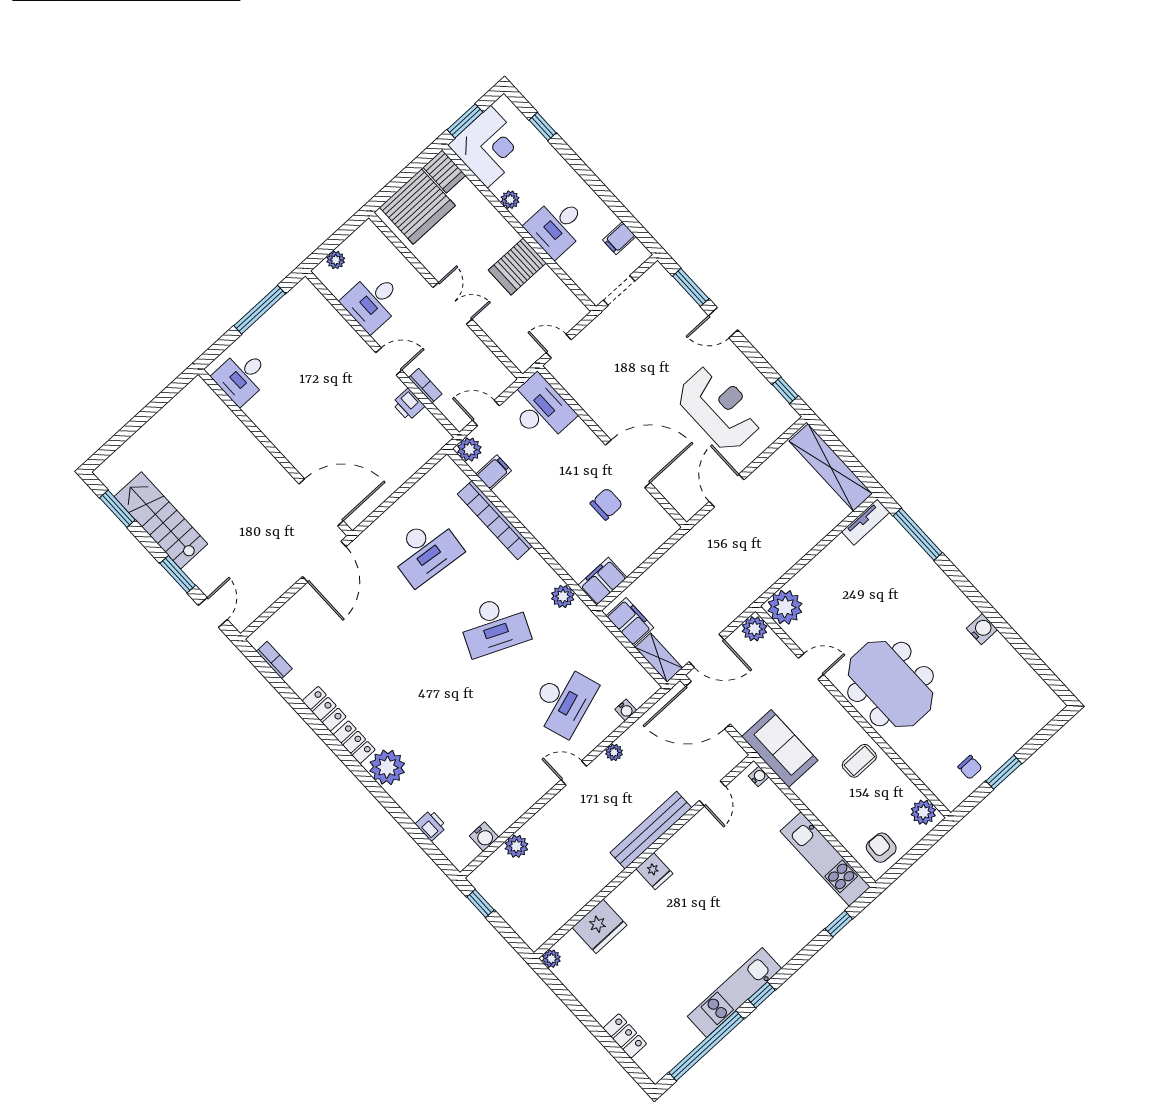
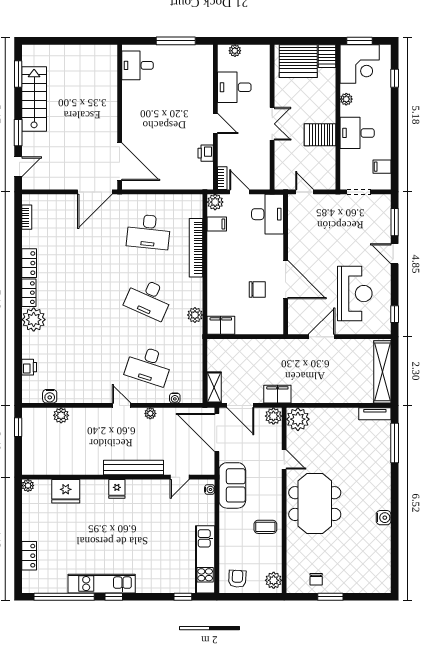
bookcase: (425, 386) -> (222, 178), moved
filing cabinet: (630, 622) -> (277, 394), moved, turned -90
desk: (563, 701) -> (149, 366), turned 36

